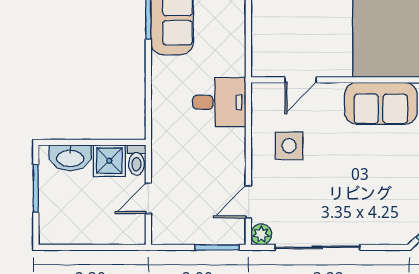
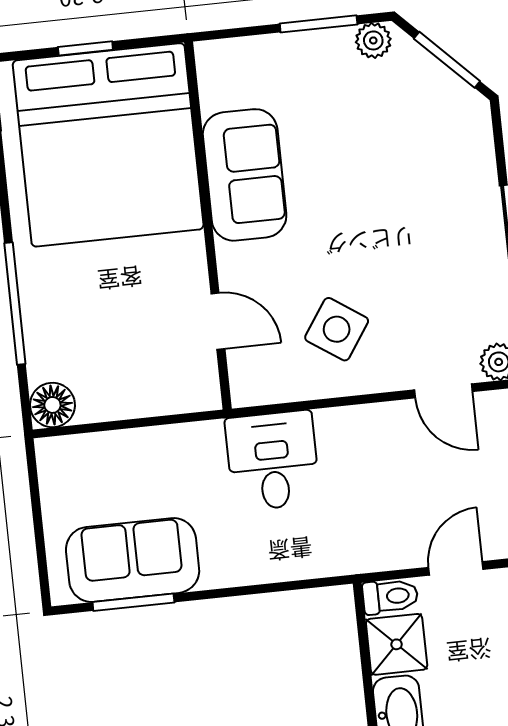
side table: (289, 146) -> (337, 329), turned 34
door: (148, 198) -> (456, 568), swing flipped

